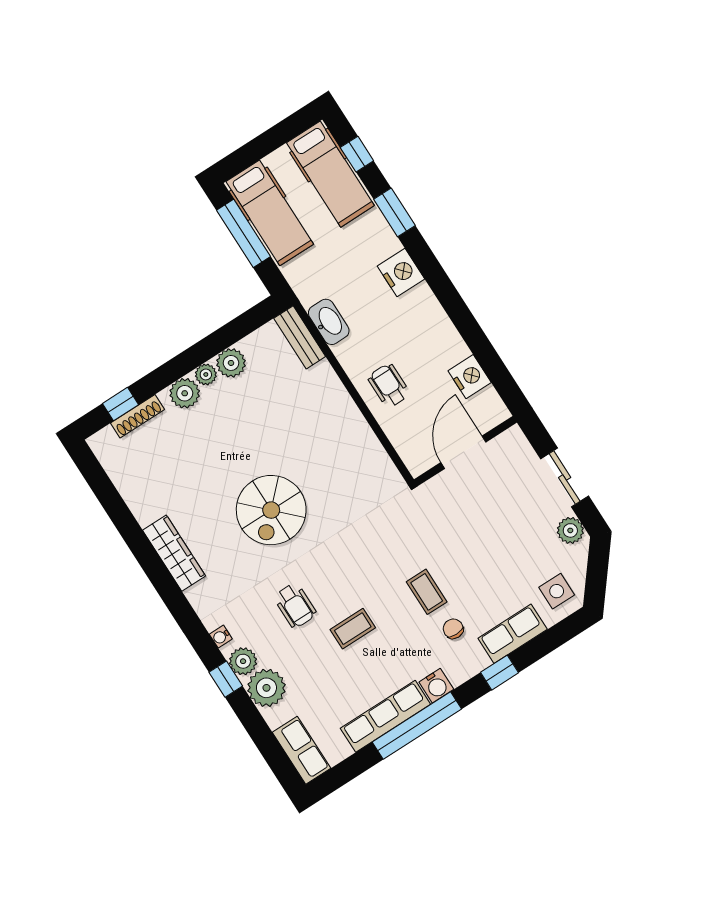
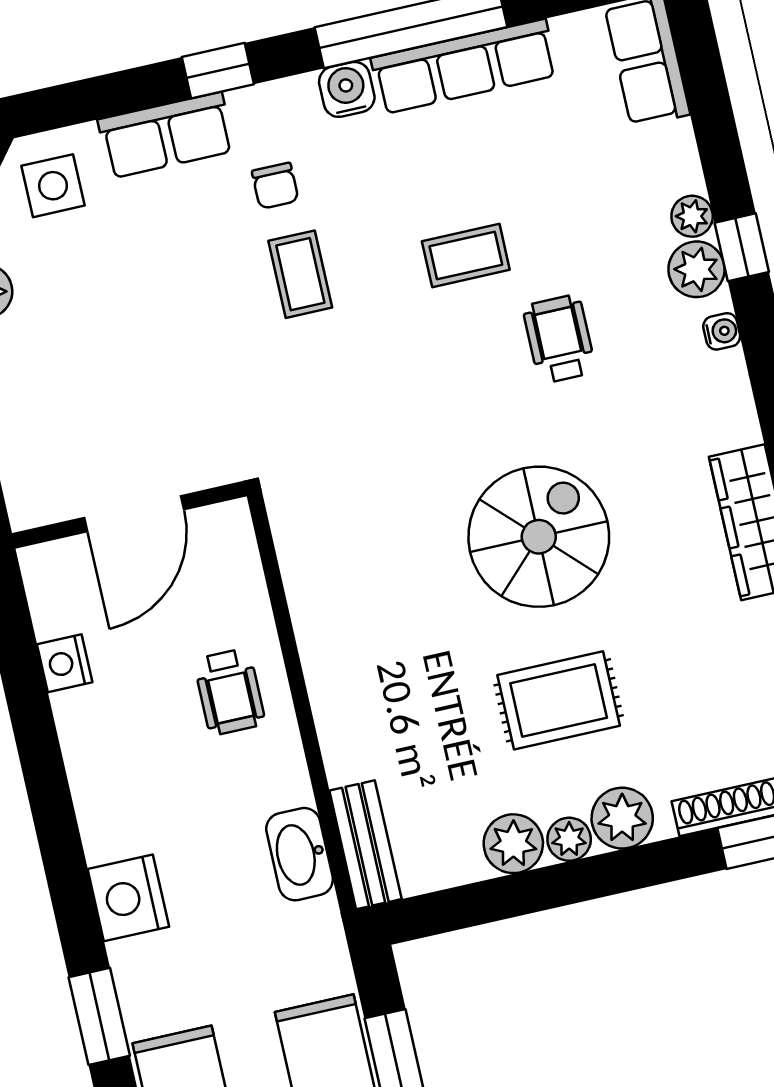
nightstand: (470, 377) -> (65, 663), width x0.74, depth x0.75
rug: (234, 437) -> (559, 700), added
plant: (266, 688) -> (692, 216), width x0.53, depth x0.53

